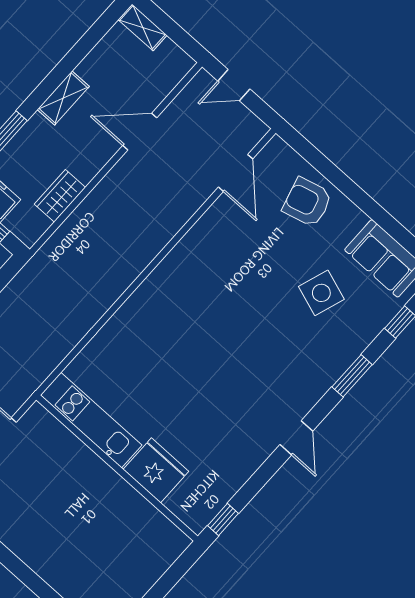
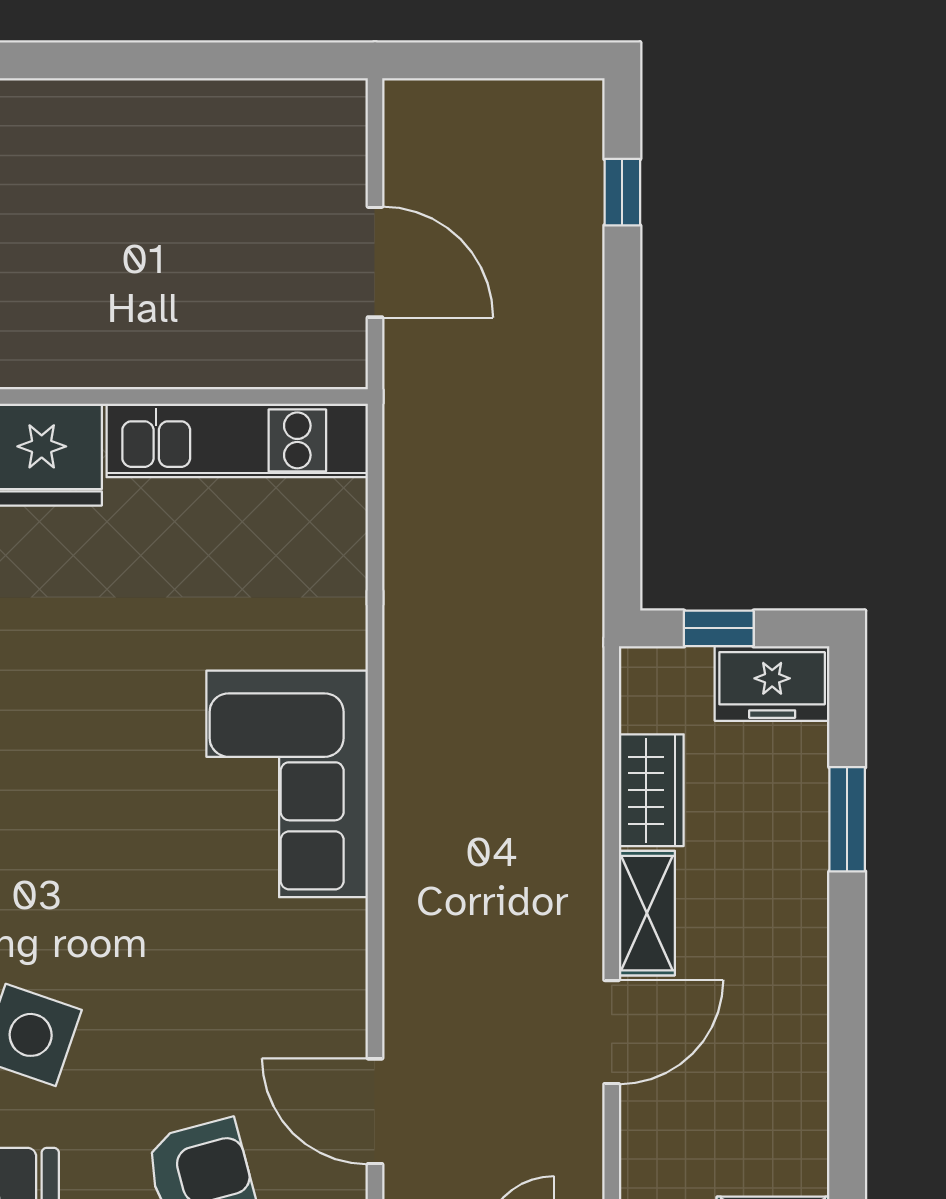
shelving: (63, 98) -> (647, 913), moved
corner sofa: (171, 299) -> (287, 784), added

